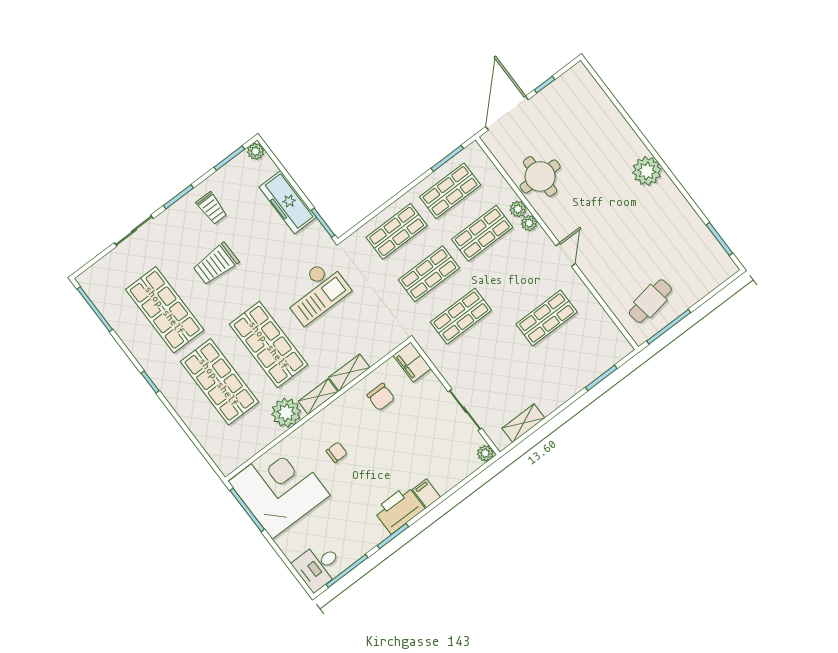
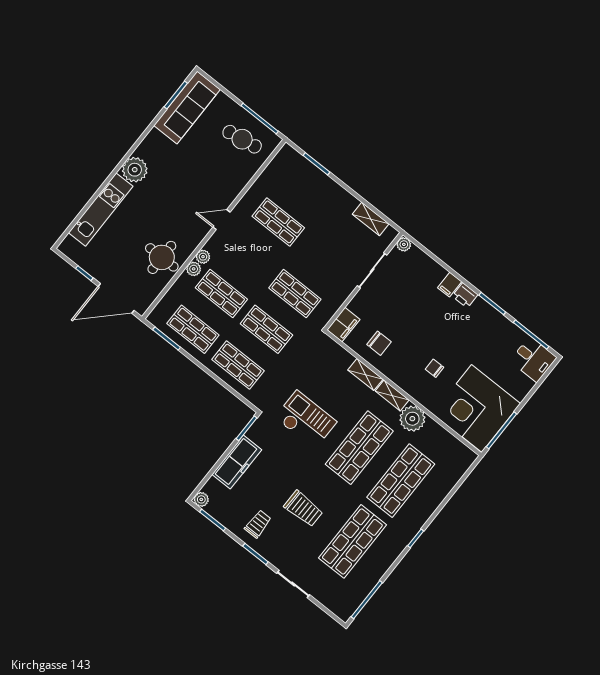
kitchen unit: (612, 121) -> (101, 210), added
sofa: (702, 248) -> (187, 108), added
chair: (381, 397) -> (379, 343), turned 90
printer: (399, 510) -> (465, 295), width x0.53, depth x0.68

